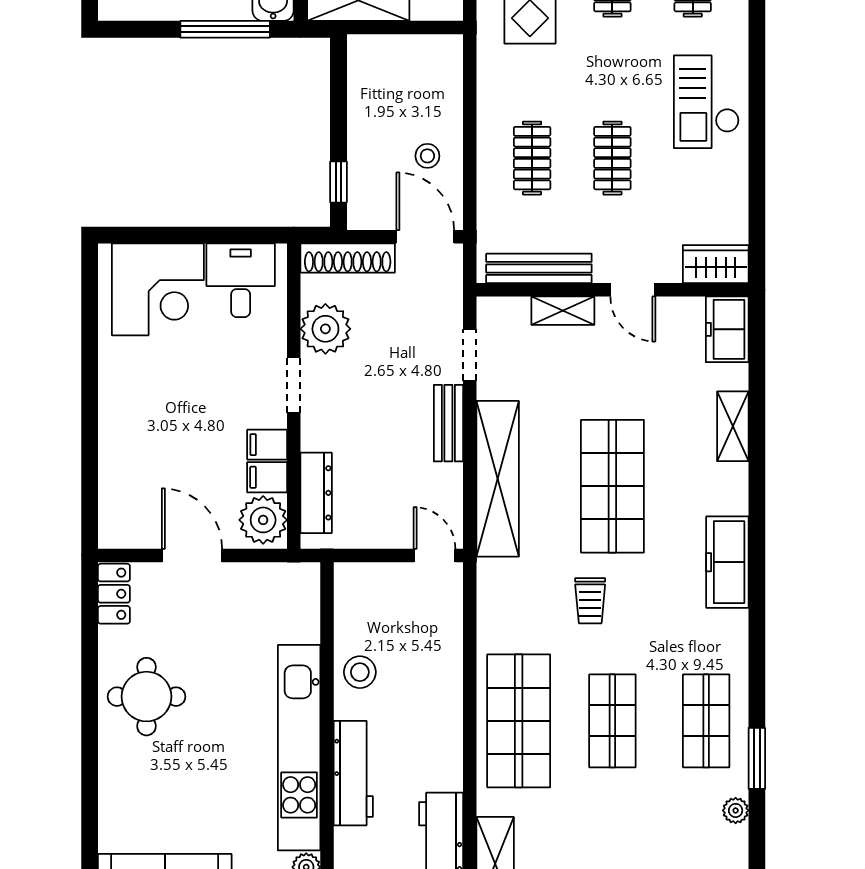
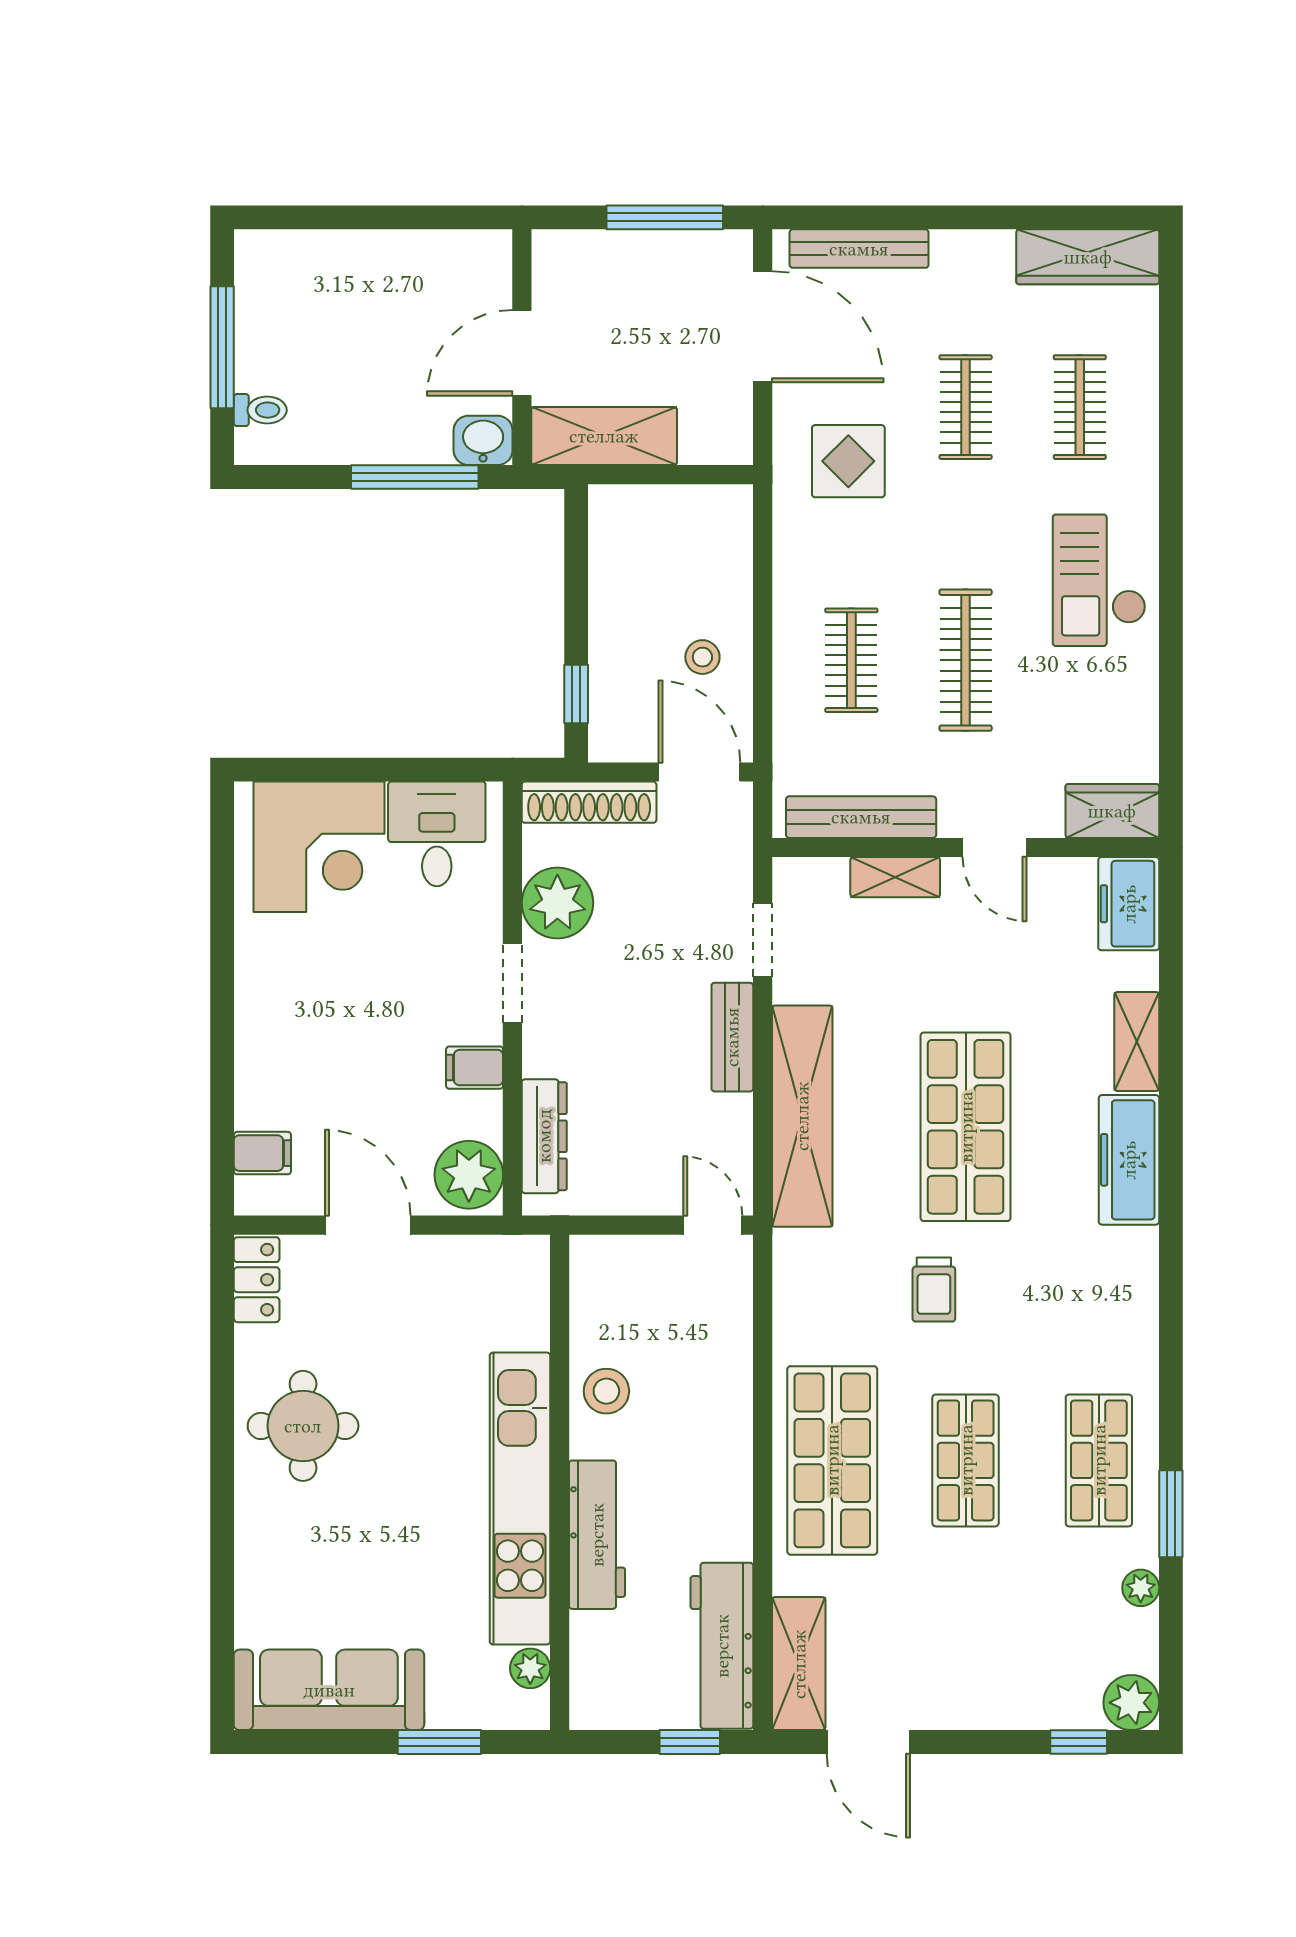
clothes rail: (612, 158) -> (966, 660), width x1.36
filing cabinet: (267, 477) -> (262, 1153), moved, turned 180
freezer: (727, 562) -> (1129, 1160), moved

